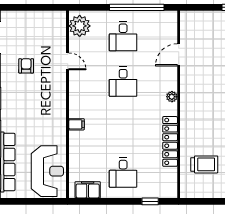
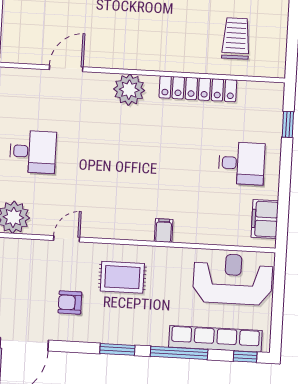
door: (179, 55) -> (66, 68), swing flipped
desk: (123, 82) -> (102, 156), removed
plant: (172, 97) -> (129, 90), width x1.88, depth x1.88
rug: (45, 99) -> (122, 277), added

